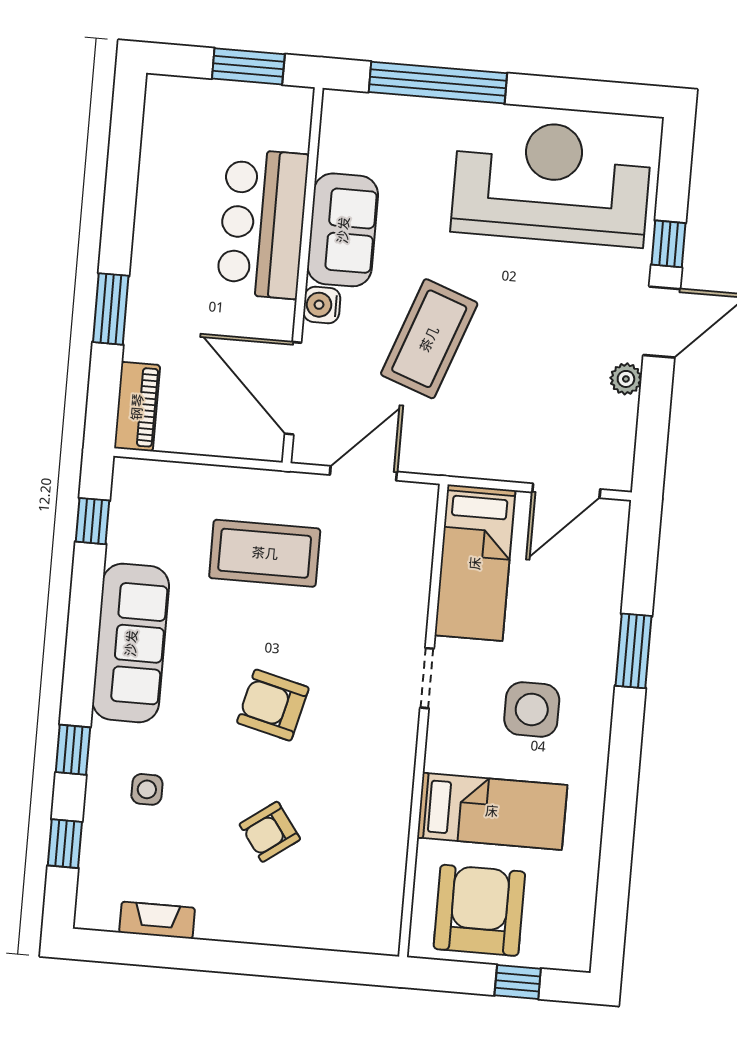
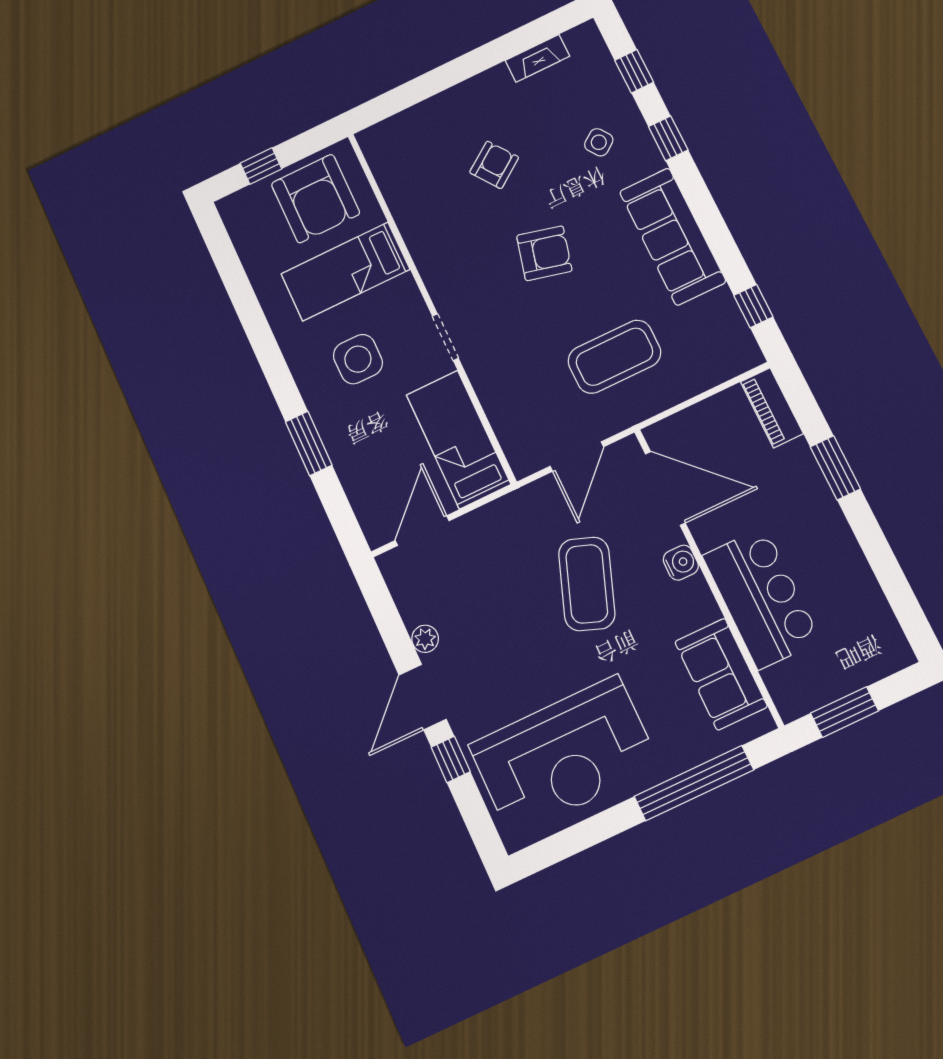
sofa: (343, 230) -> (721, 674), moved
side table: (147, 789) -> (599, 142), turned -36

